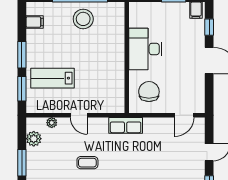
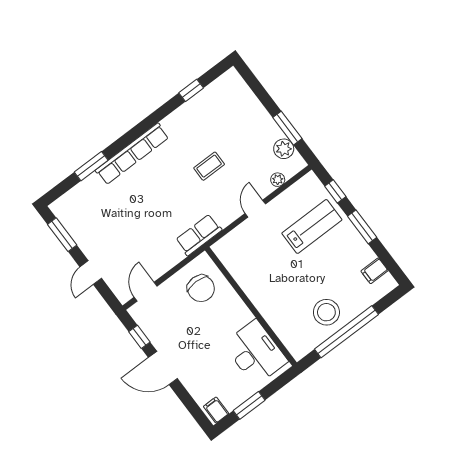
window: (209, 27) -> (139, 337), moved
desk: (145, 49) -> (255, 353), moved
window: (22, 89) -> (335, 191), width x0.67
door: (79, 115) -> (255, 209), hinge flipped
window: (22, 163) -> (287, 128), moved

